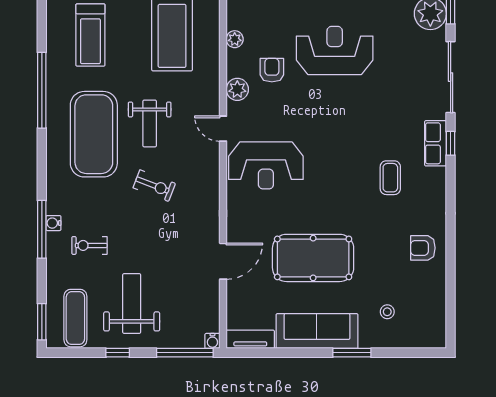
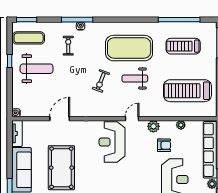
window: (42, 90) -> (179, 20), moved
door: (223, 261) -> (60, 119), swing flipped
window: (185, 353) -> (10, 98), removed

